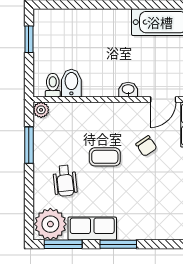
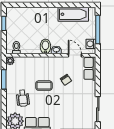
bidet: (71, 83) -> (45, 46), moved
door: (163, 99) -> (75, 55), swing flipped

